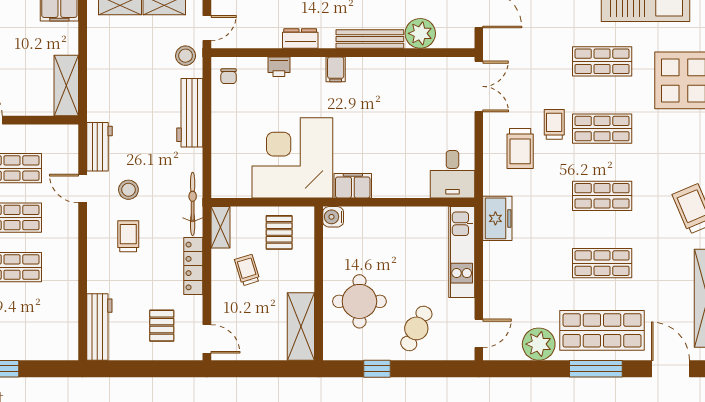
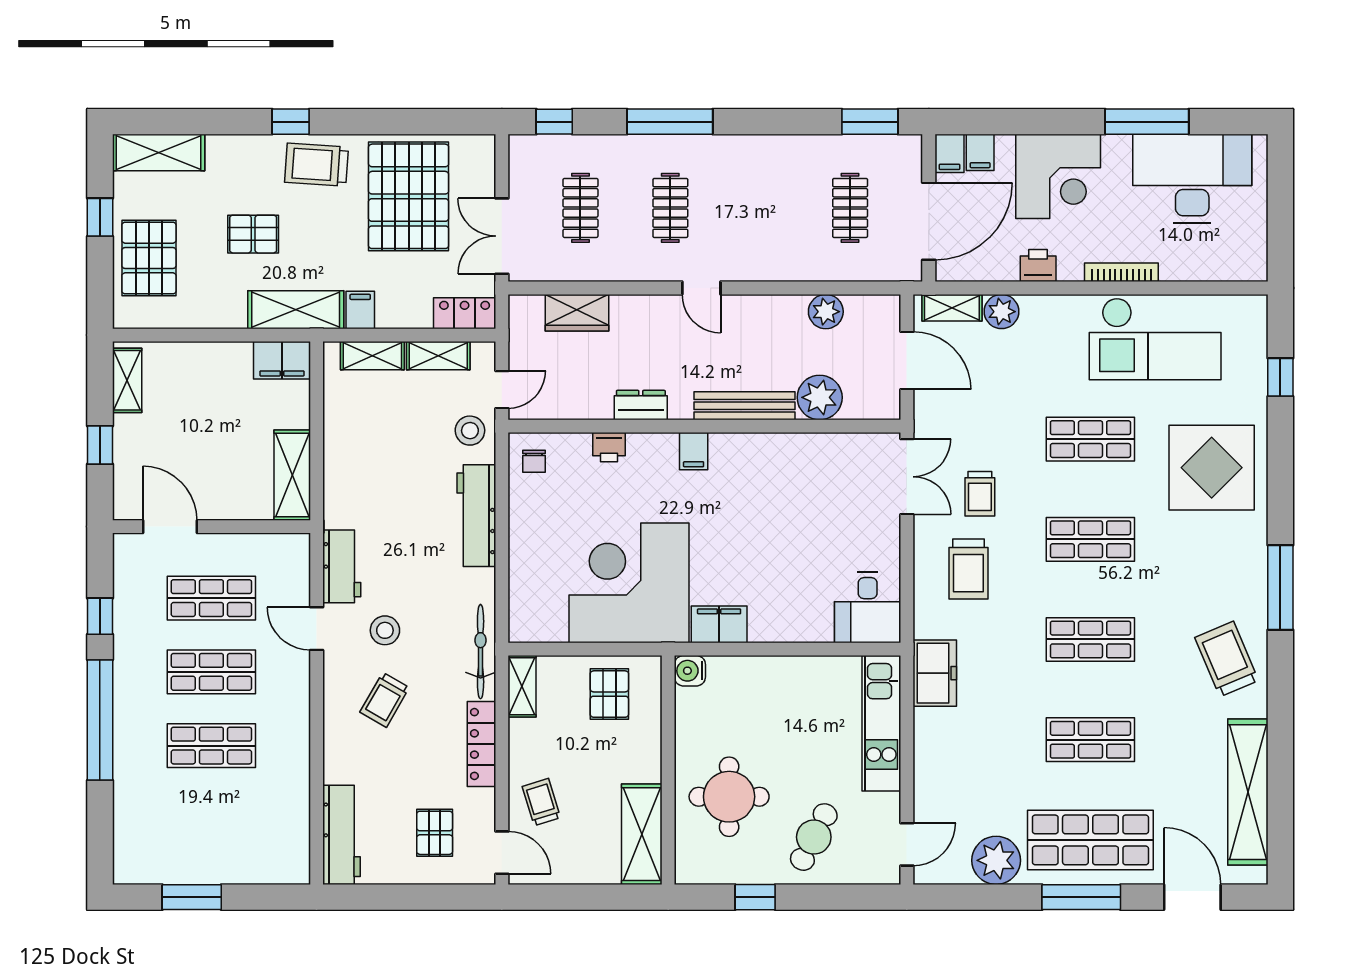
trolley: (554, 124) -> (980, 494), moved, turned 180
trolley: (128, 236) -> (385, 700), turned -150
trolley: (247, 270) -> (541, 802), moved

